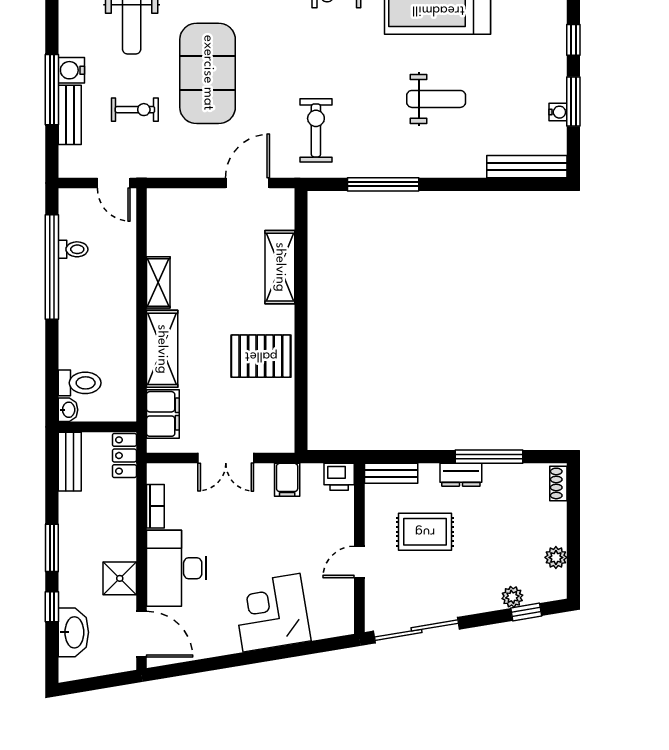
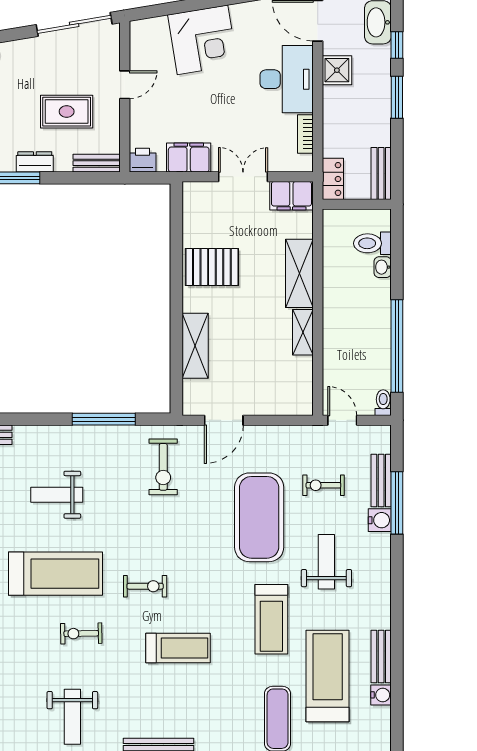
toilet: (73, 249) -> (383, 403), moved, turned 90
washbasin: (68, 410) -> (383, 267), moved
filing cabinet: (163, 414) -> (291, 196), moved, turned -90
filing cabinet: (287, 480) -> (189, 158), width x2.00

